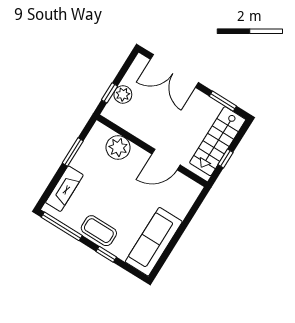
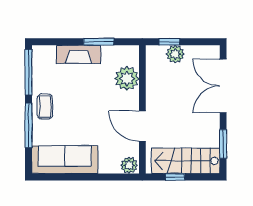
fireplace: (64, 189) -> (79, 54), moved
plant: (192, 191) -> (129, 165), added
coffee table: (99, 231) -> (45, 106), width x0.73, depth x0.77
window: (106, 254) -> (29, 125), width x2.17

